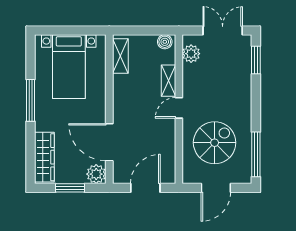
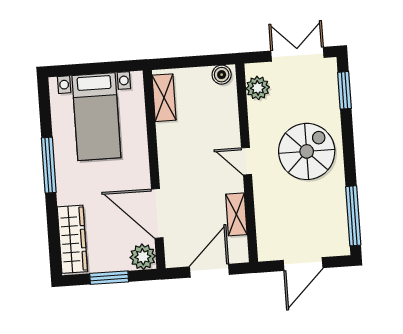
shelving: (168, 81) -> (236, 214), moved
door: (179, 108) -> (246, 161), hinge flipped
spiral stairs: (215, 143) -> (307, 151), moved

